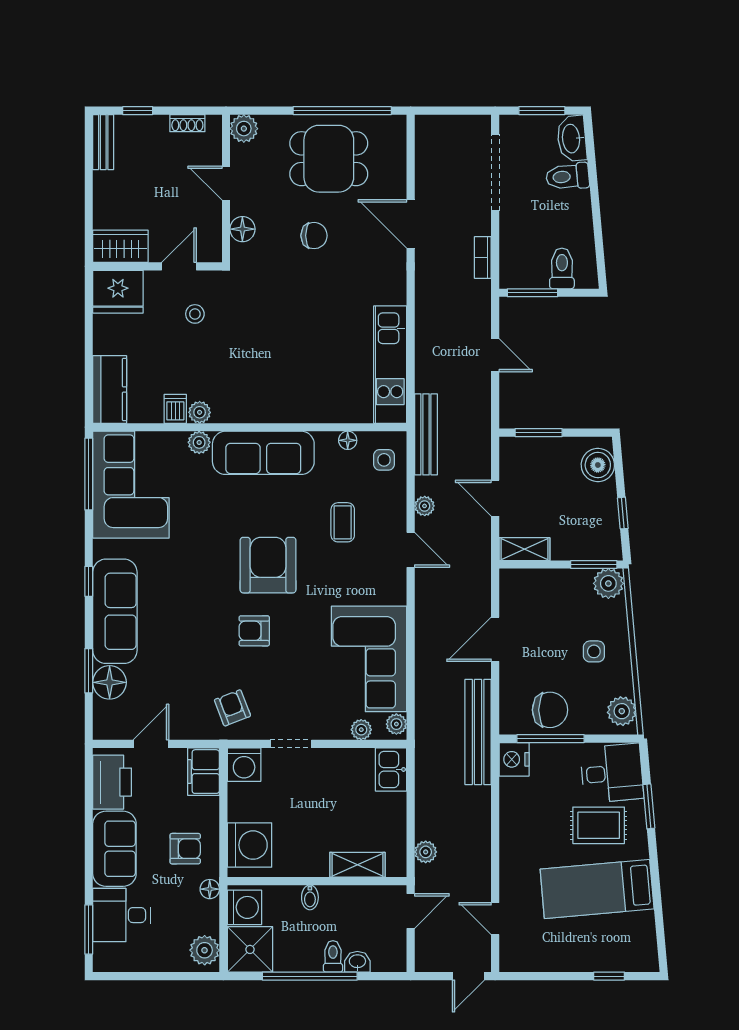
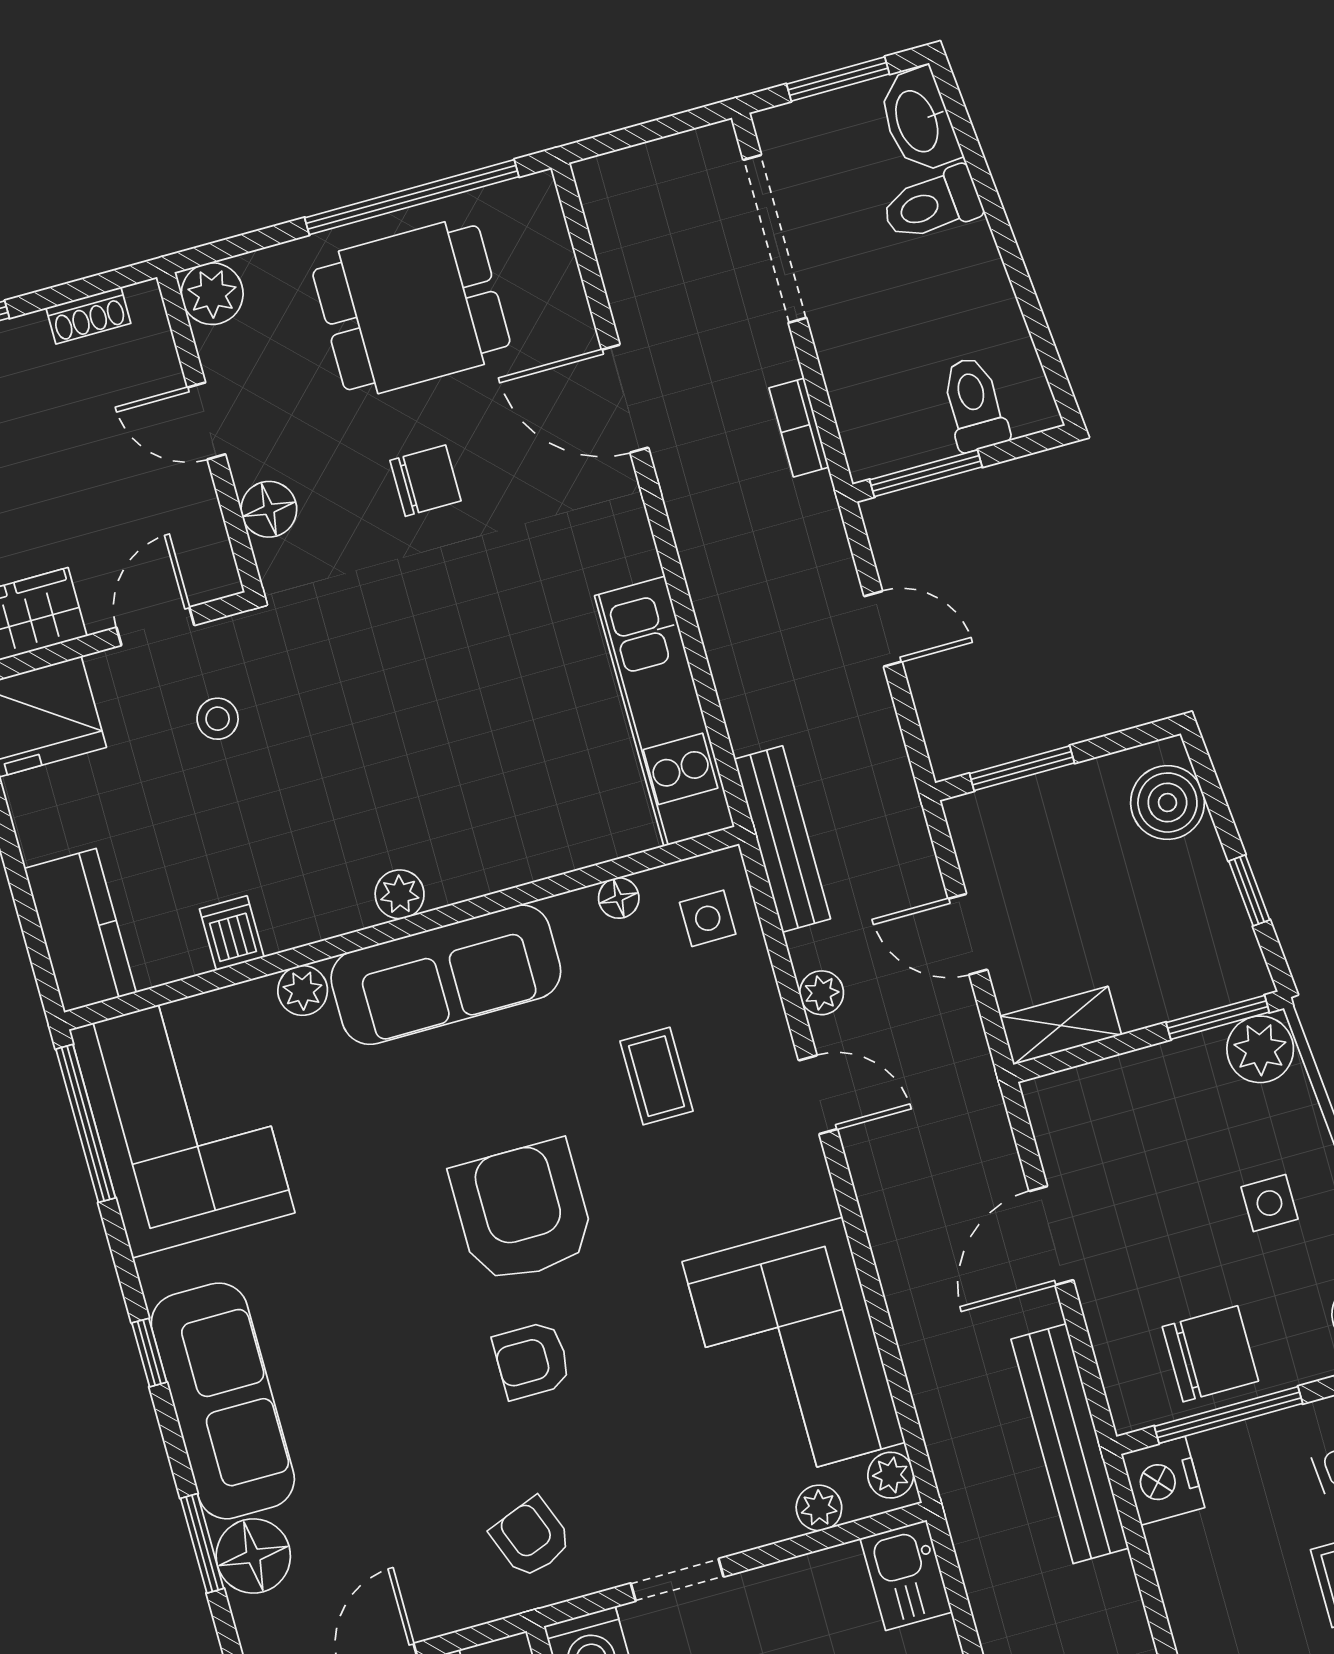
plant: (200, 412) -> (400, 894), moved

